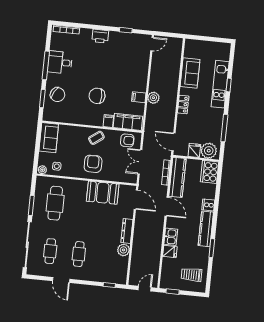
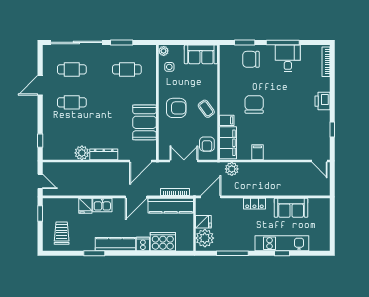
chair: (58, 95) -> (251, 59), turned 61
plant: (153, 98) -> (232, 169), moved
cooker: (210, 172) -> (163, 242), moved
cafe table: (55, 203) -> (127, 69), width x0.73, depth x0.74

